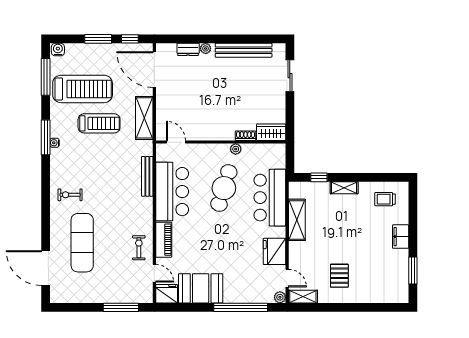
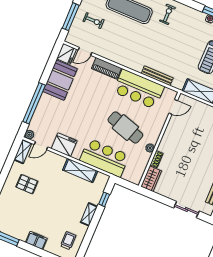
exercise bike: (139, 248) -> (93, 21), moved

